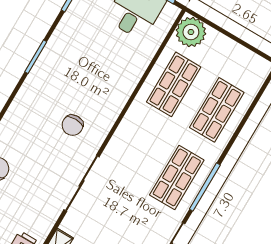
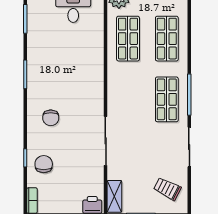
chair: (73, 125) -> (51, 118), moved

